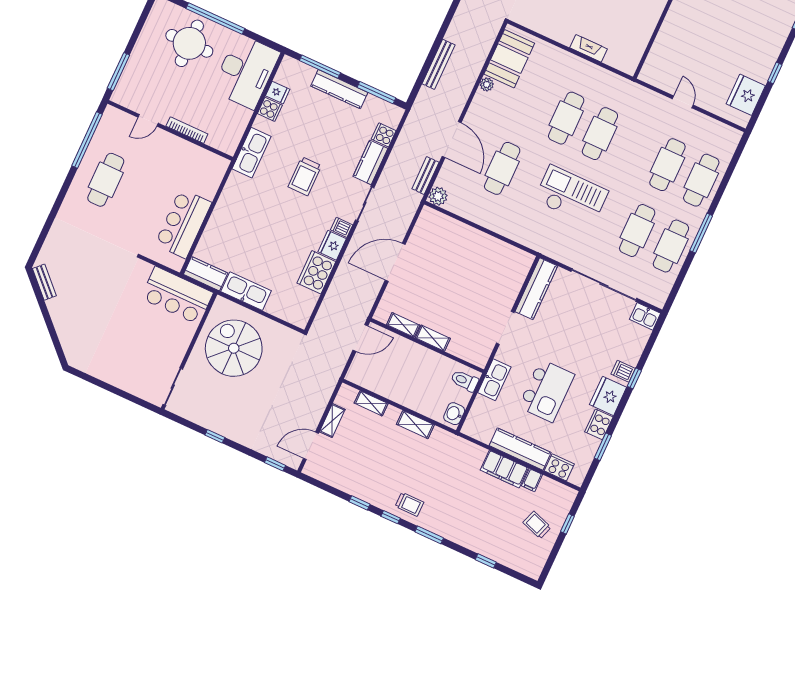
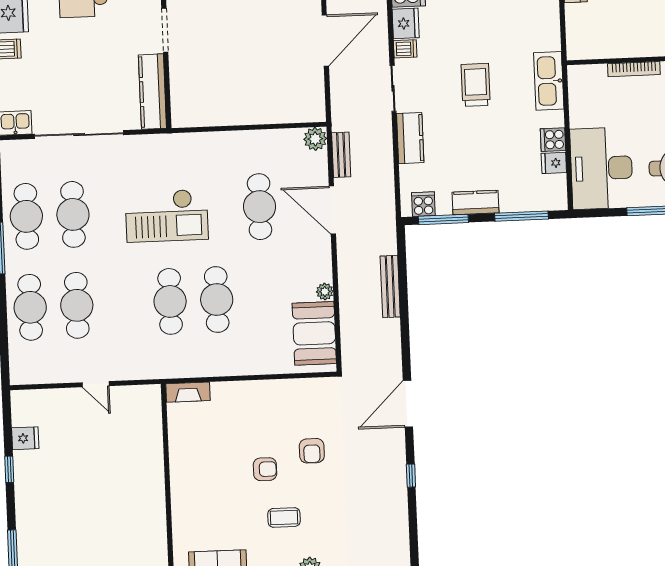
fireplace: (589, 48) -> (188, 392), moved
kitchen counter: (339, 89) -> (475, 202), width x0.67
fridge: (746, 95) -> (25, 438), width x0.53, depth x0.75
cooker: (384, 135) -> (423, 204), moved, turned -90

